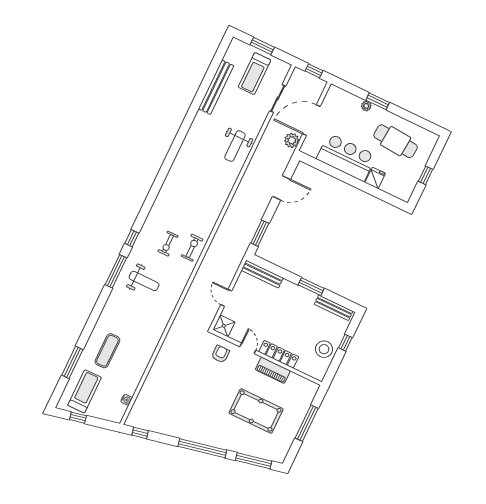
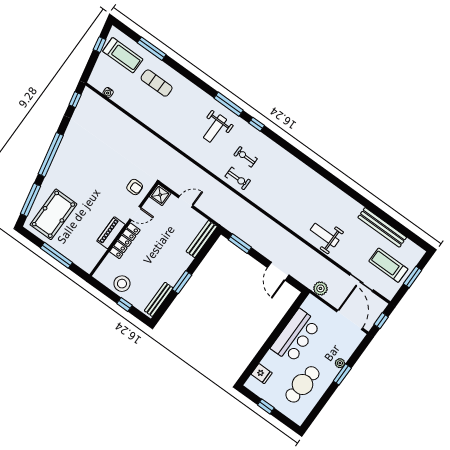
door: (311, 120) -> (350, 320), moved
fridge: (375, 178) -> (262, 374), moved
pool table: (256, 411) -> (53, 214), moved

